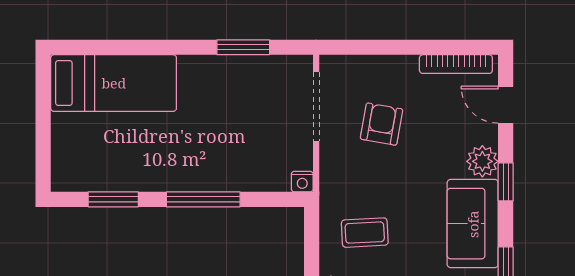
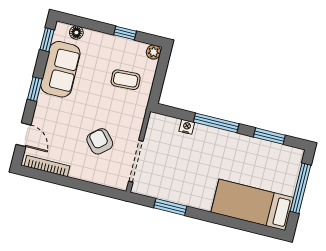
armchair: (382, 124) -> (100, 141), turned 129
window: (43, 128) -> (300, 188), added
plant: (482, 161) -> (46, 105), removed
nightstand: (302, 182) -> (187, 127), moved

